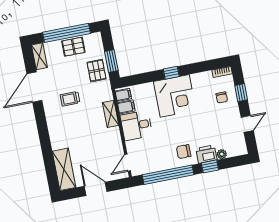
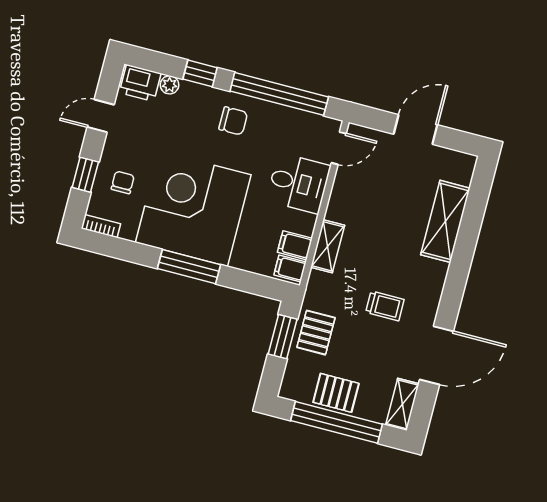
window: (171, 73) -> (189, 267), width x2.17
corner desk: (175, 96) -> (193, 209), width x1.36, depth x1.36
desk: (136, 125) -> (298, 183), moved
printer: (206, 154) -> (140, 83), moved
shelving: (64, 169) -> (445, 221), moved
door: (96, 189) -> (416, 129), swing flipped

